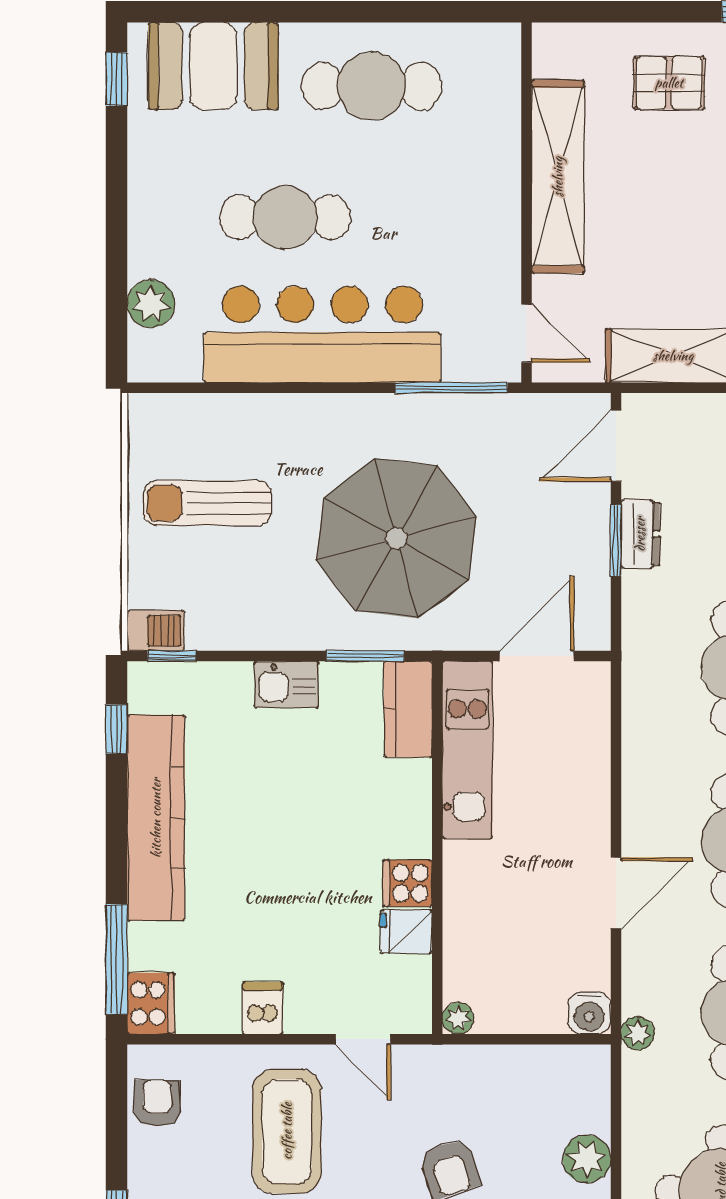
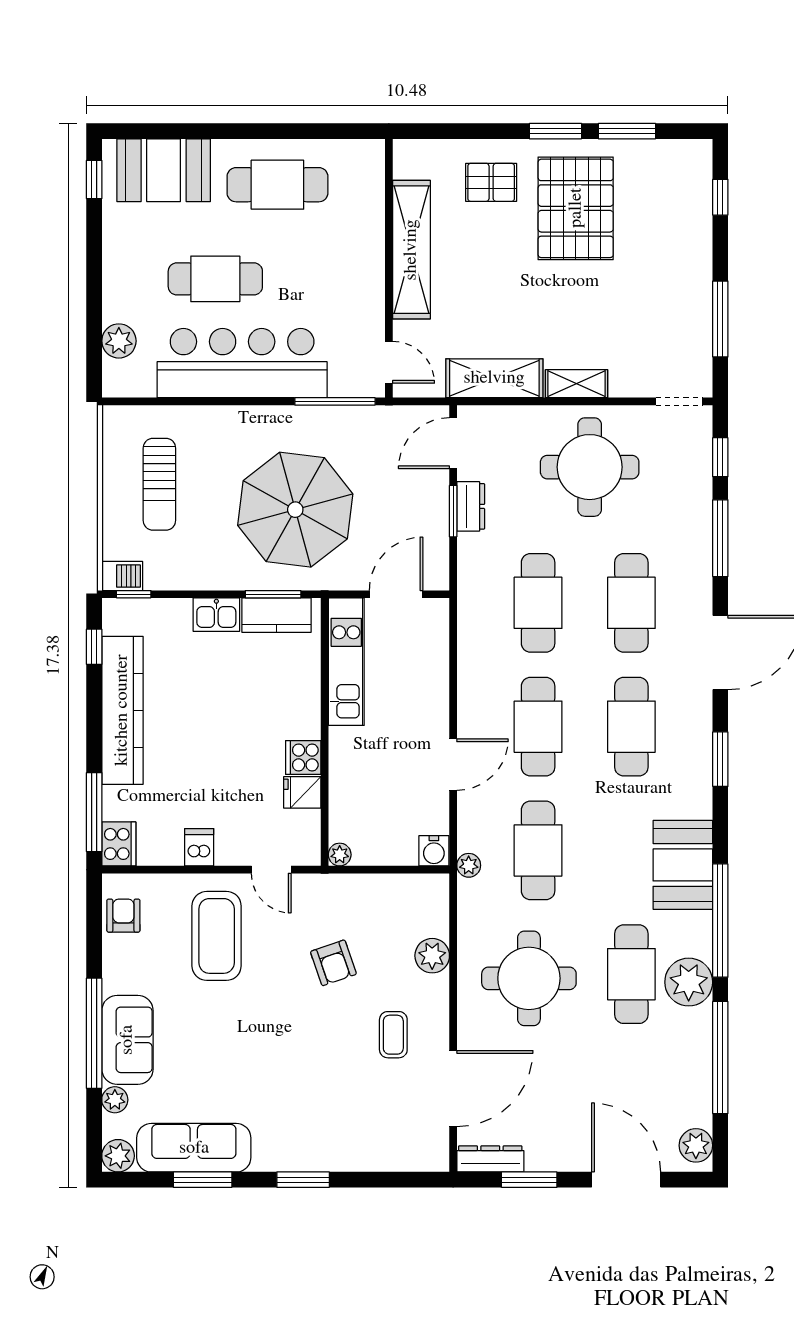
sun lounger: (207, 503) -> (159, 484), turned -90
kitchen counter: (408, 709) -> (276, 615), moved, turned -90

